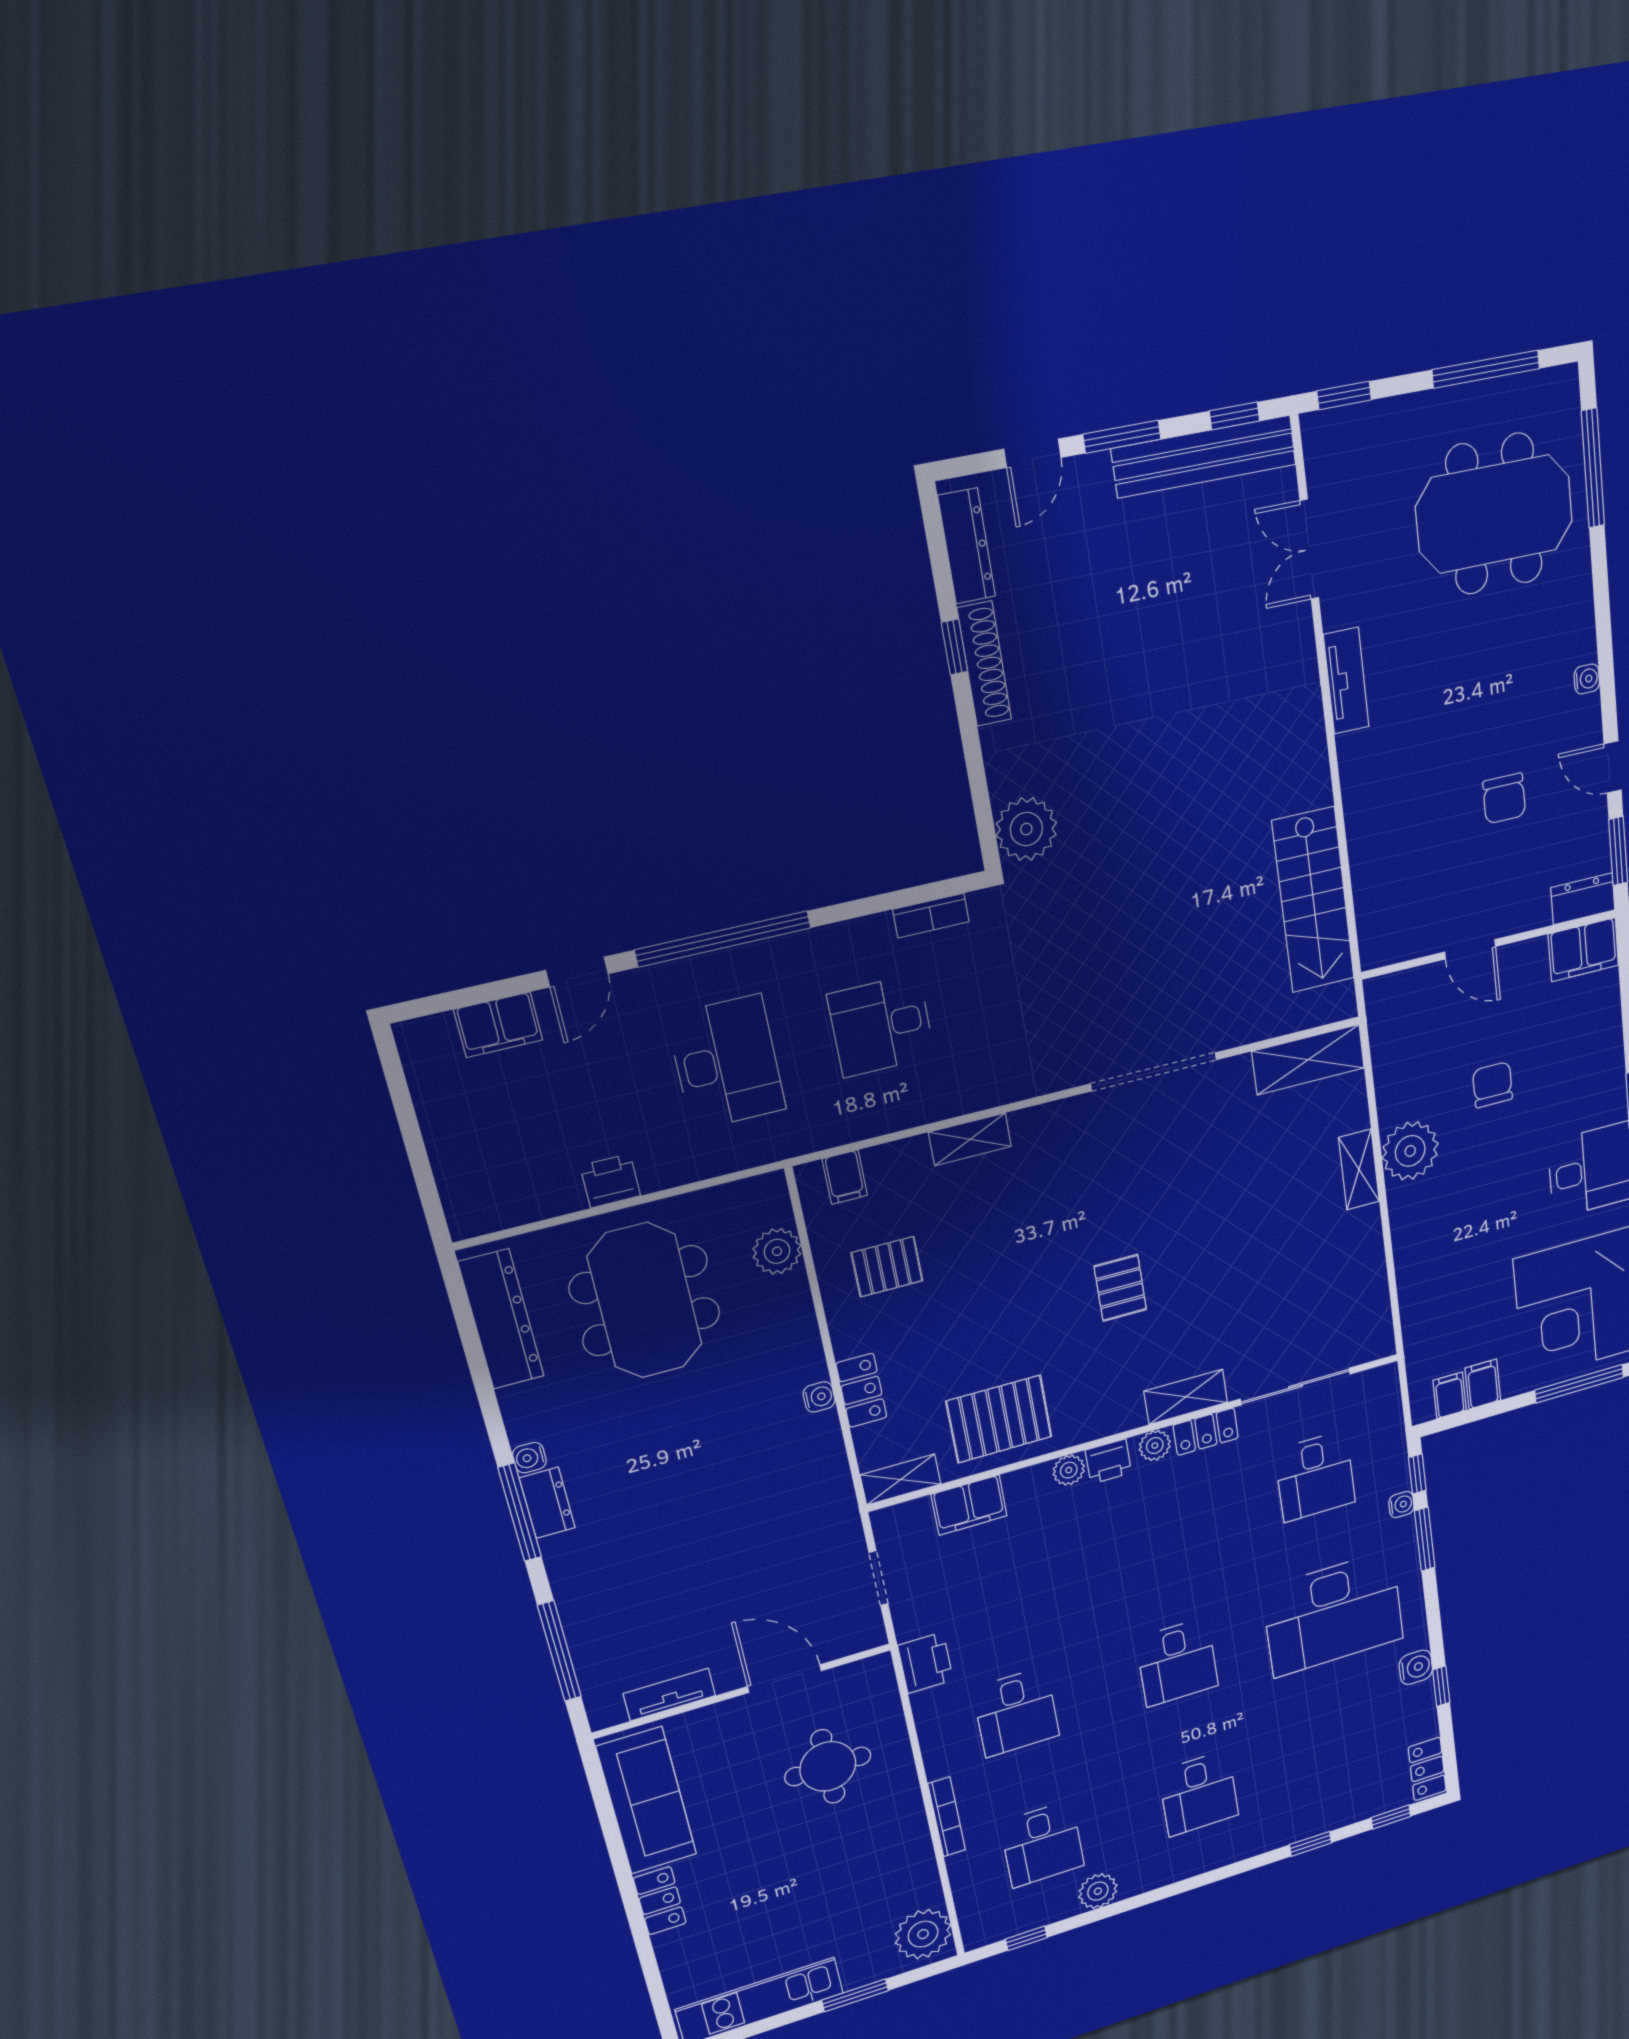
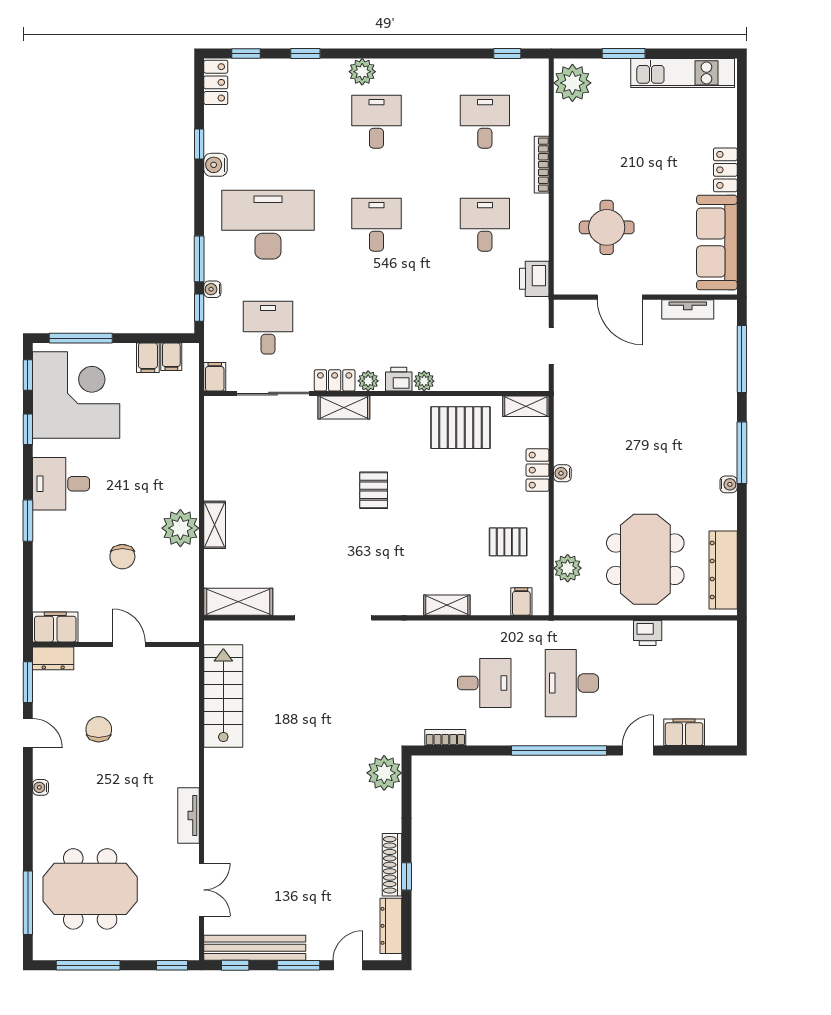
dresser: (547, 1503) -> (726, 454), removed
filing cabinet: (969, 1505) -> (215, 377), moved, width x0.50
plant: (1098, 1891) -> (362, 72), moved

